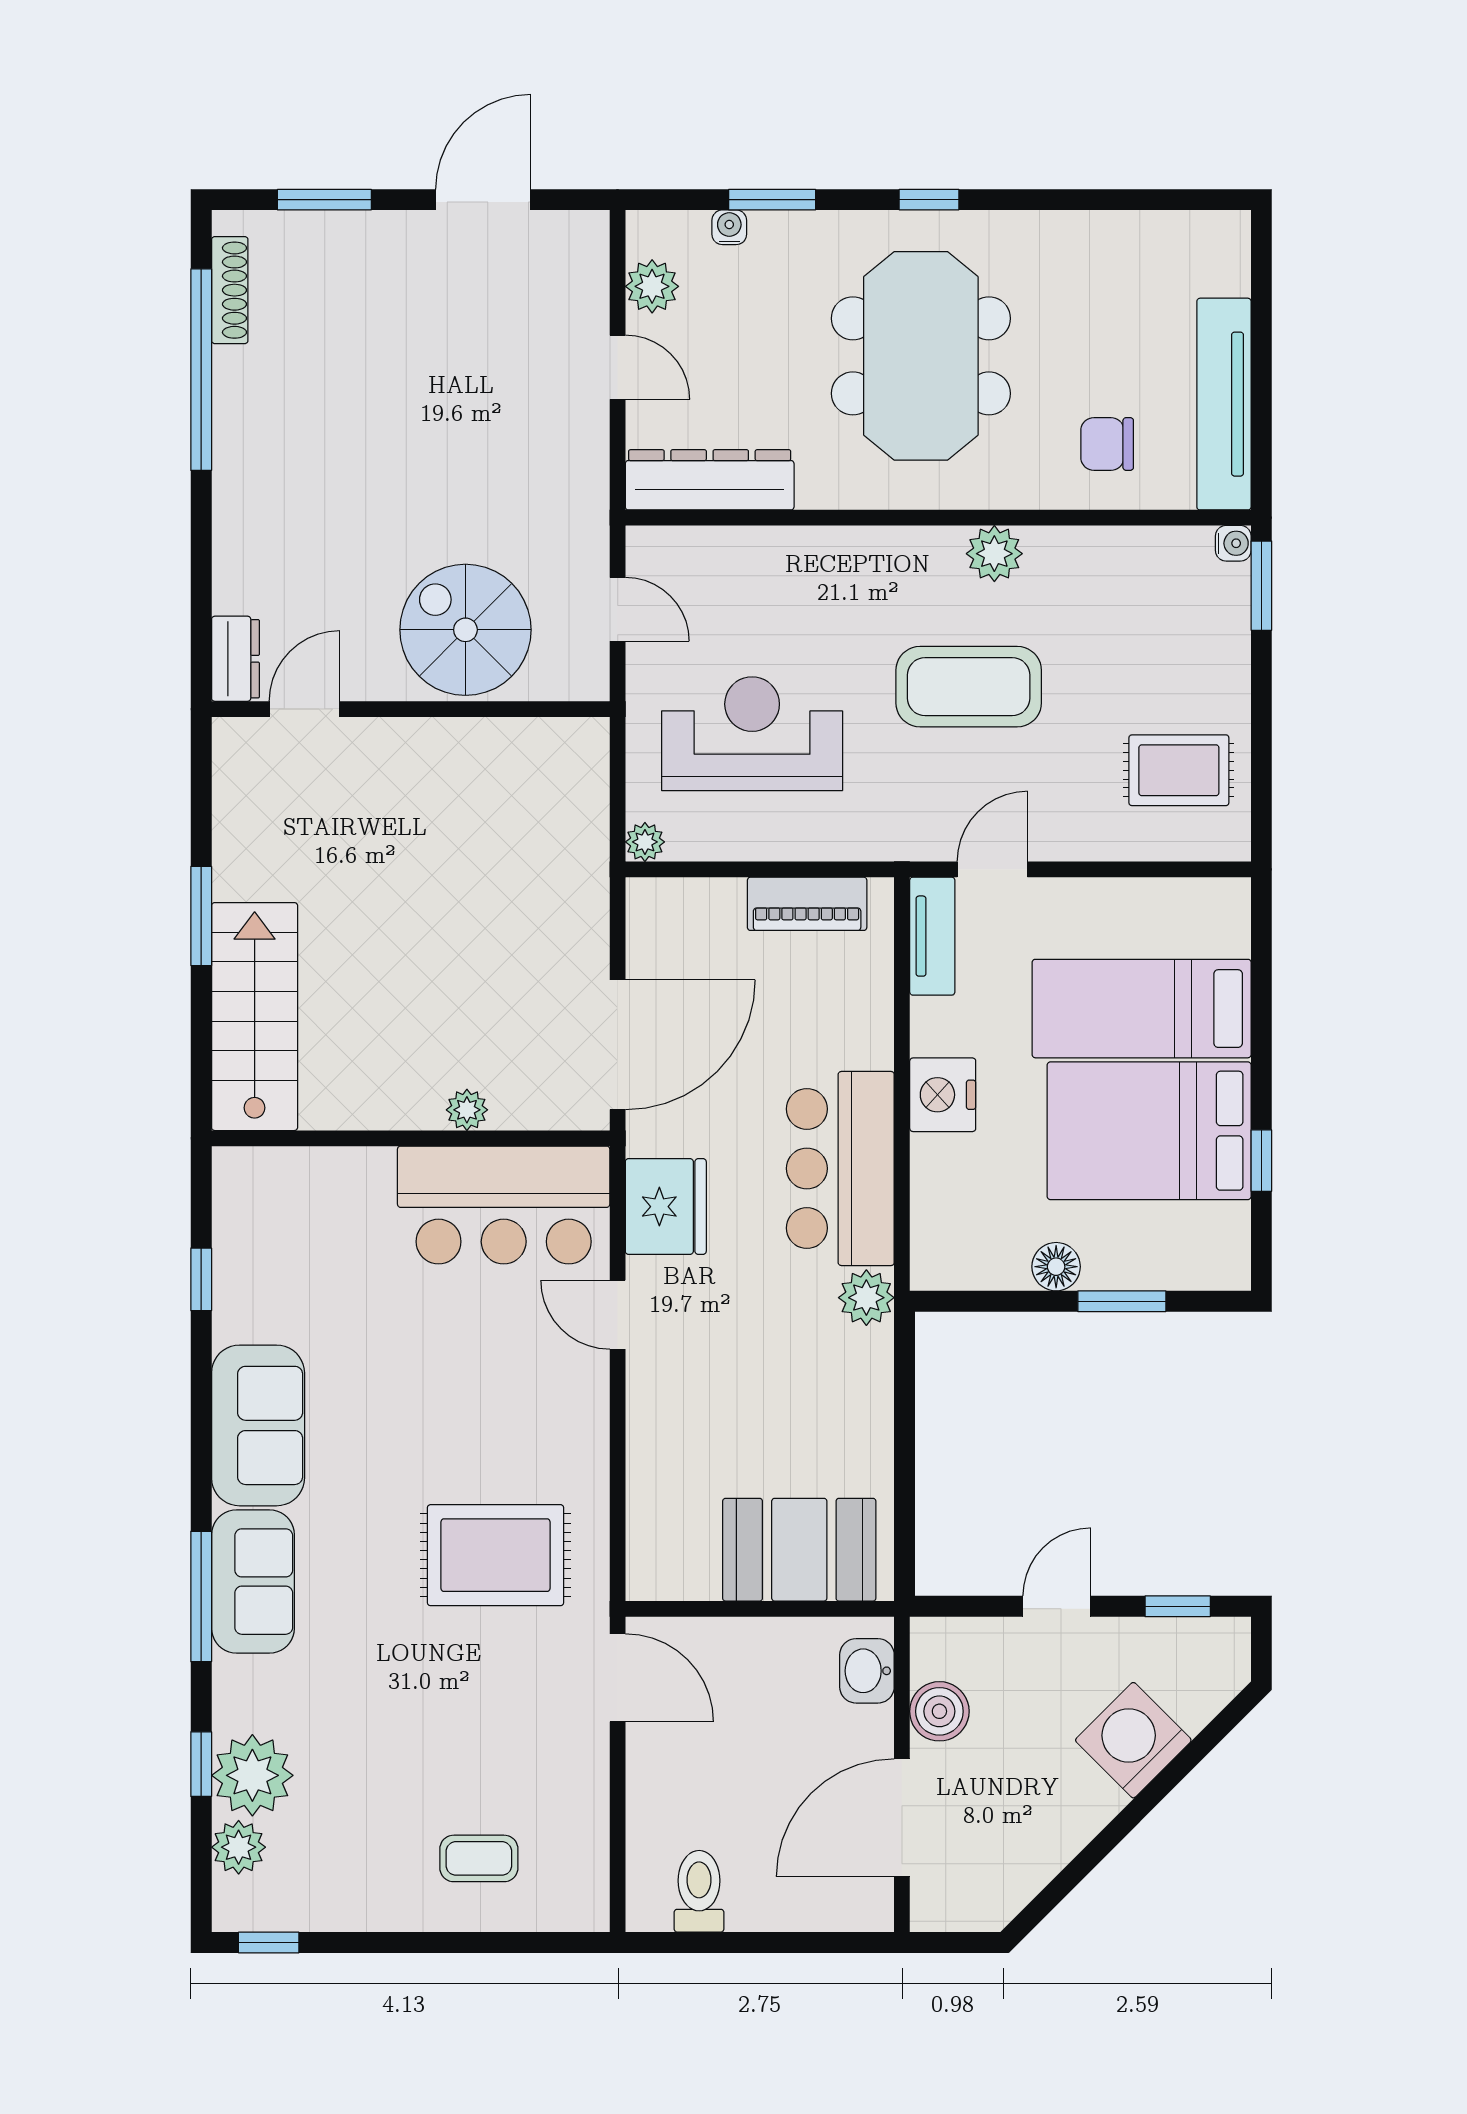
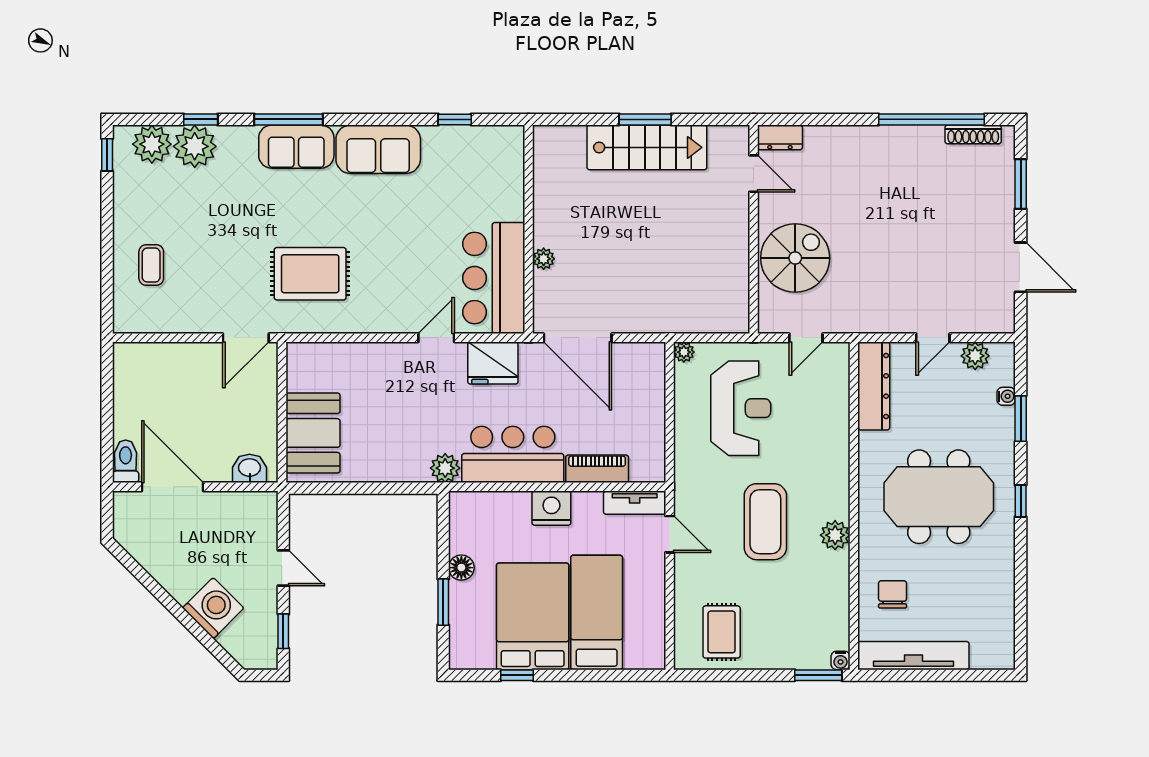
piano: (807, 904) -> (597, 469), moved, turned 90
stairs: (255, 1017) -> (647, 147), moved
rug: (496, 1555) -> (310, 274), turned 90
boiler: (939, 1711) -> (228, 506), removed
plant: (239, 1847) -> (152, 144), width x1.36, depth x1.36
toilet: (699, 1891) -> (126, 461), moved, turned -90

